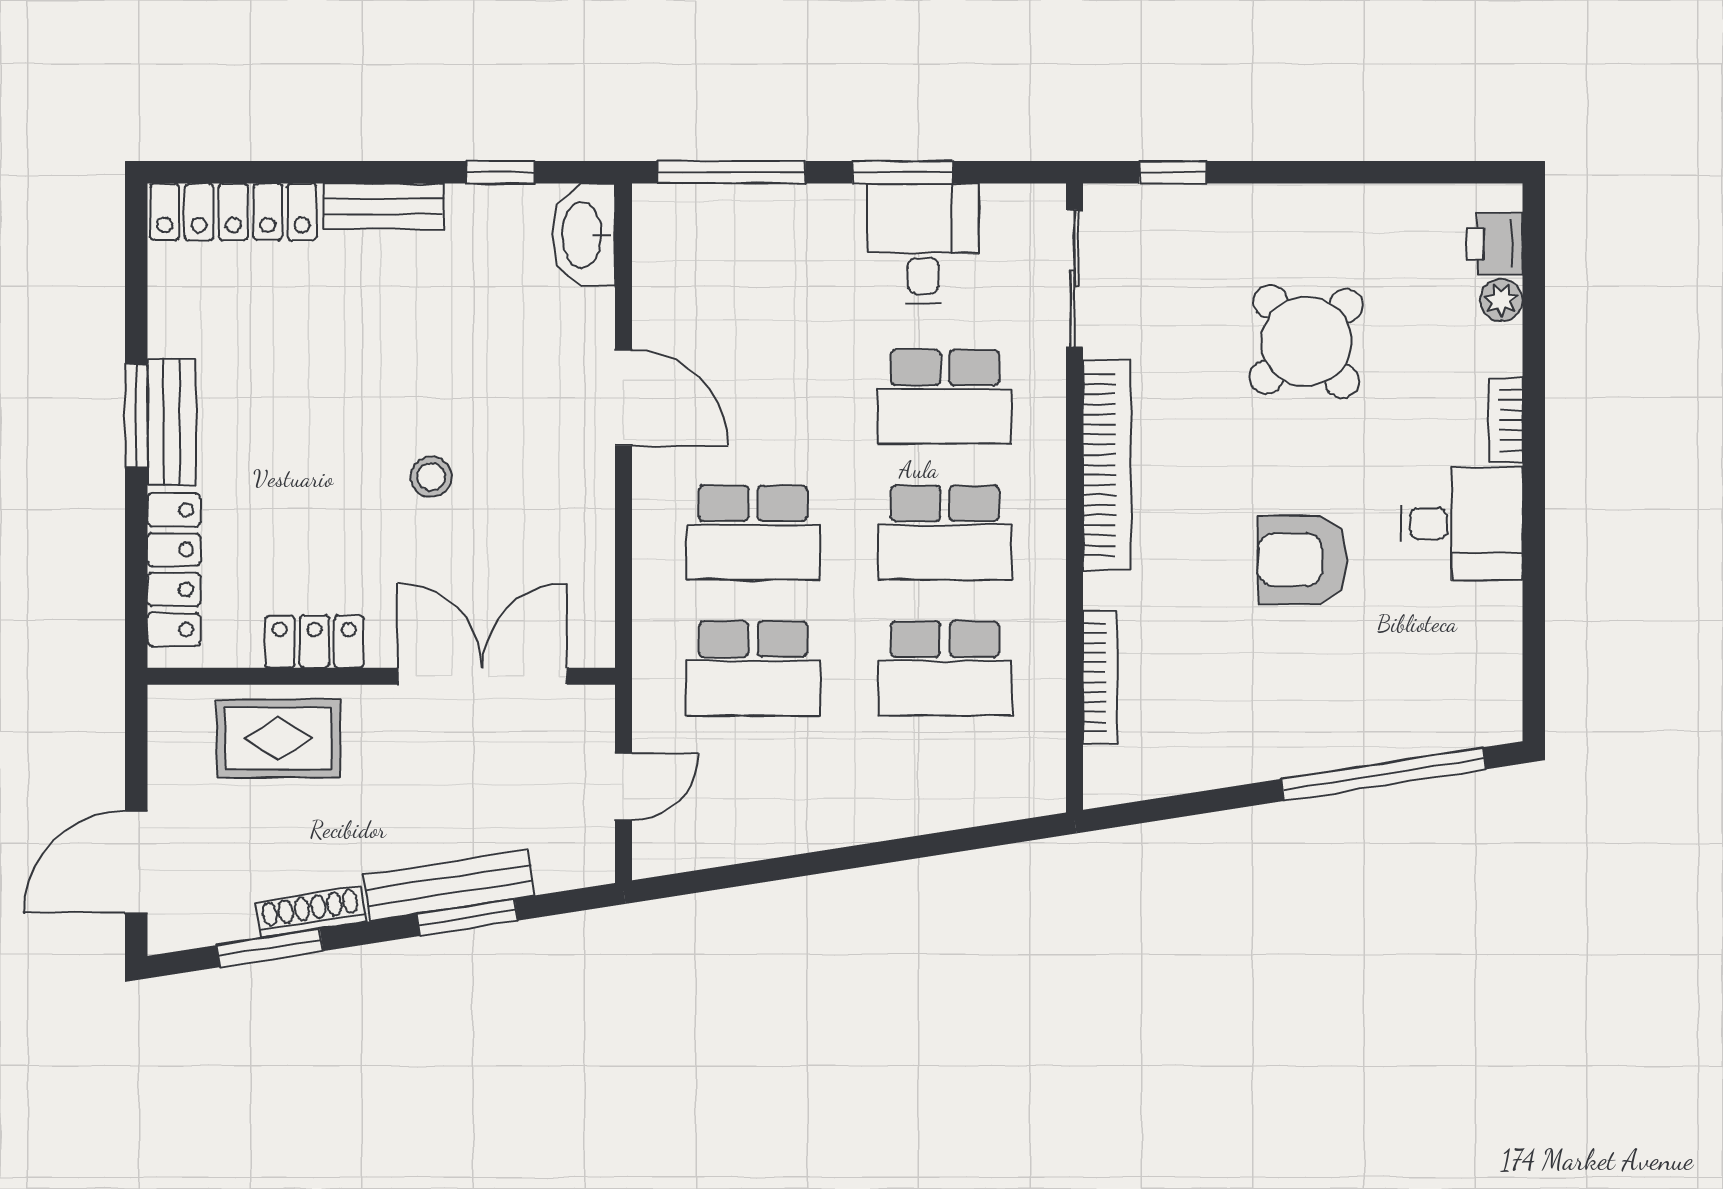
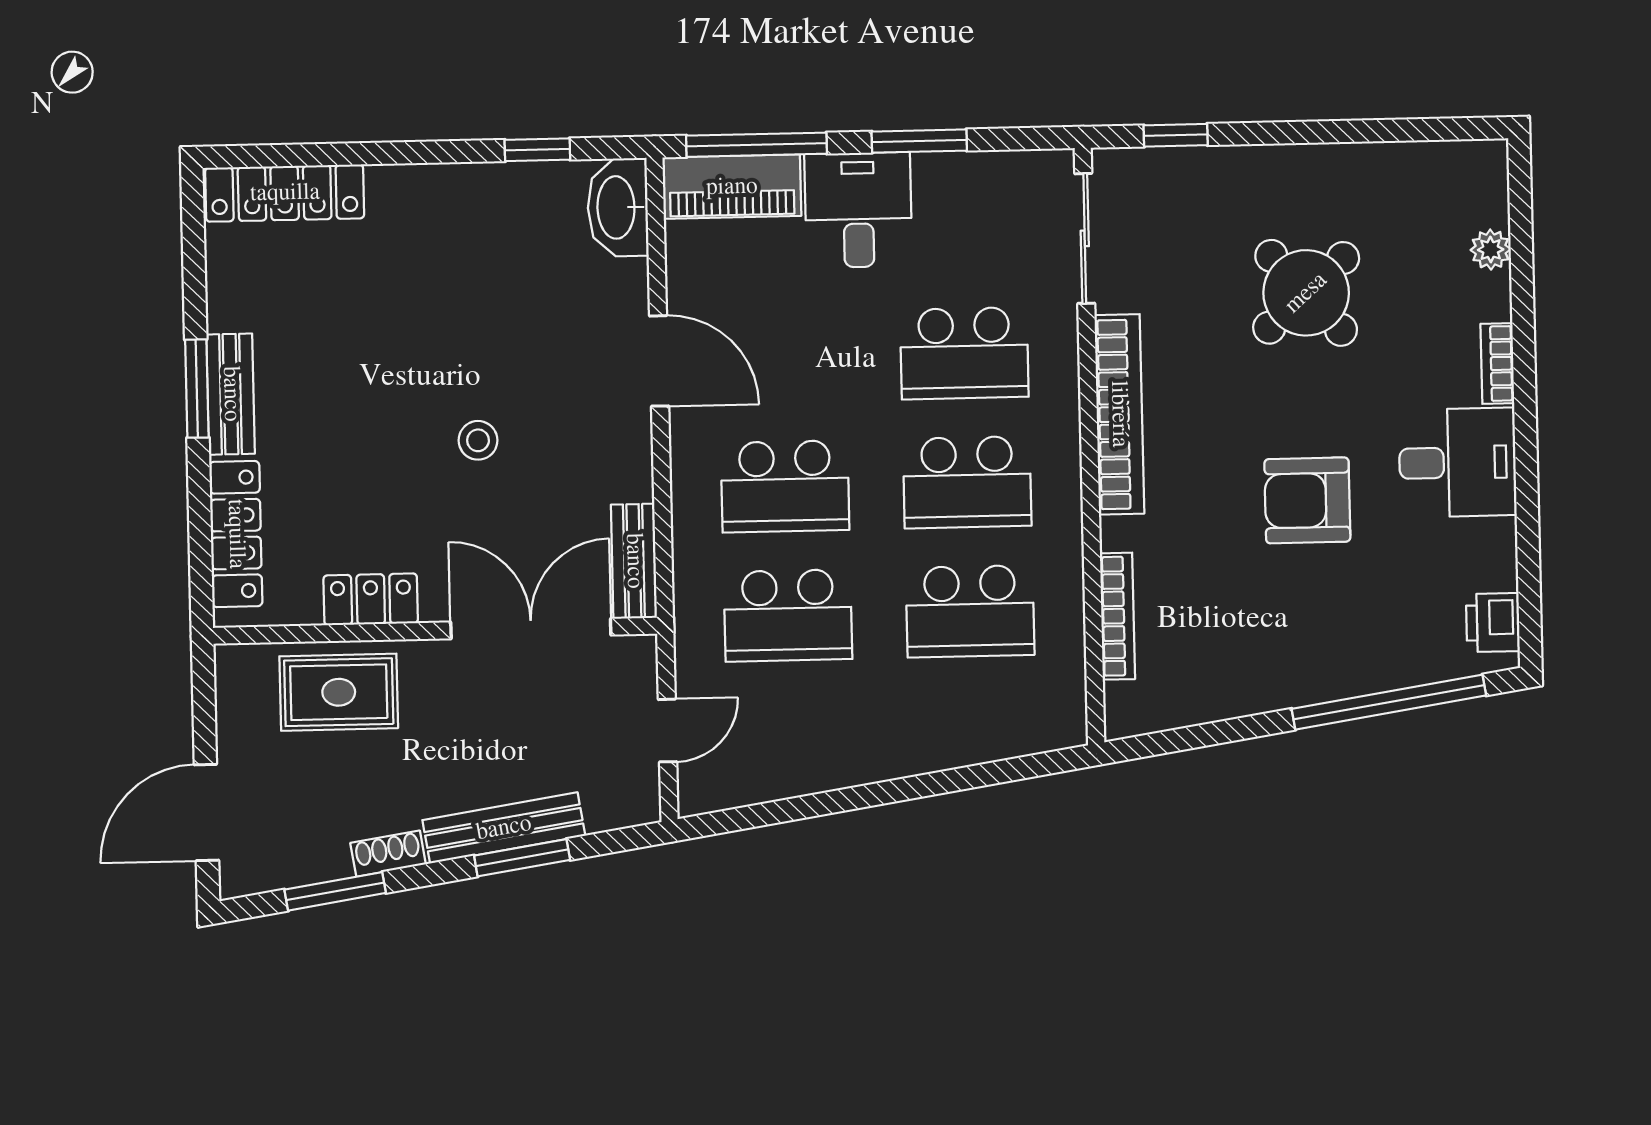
bench: (384, 206) -> (634, 561), moved, turned 90
piano: (704, 216) -> (732, 187), added
desk: (923, 243) -> (858, 210), moved
printer: (1495, 244) -> (1493, 623), moved
shoe rack: (311, 912) -> (388, 854), width x0.70

